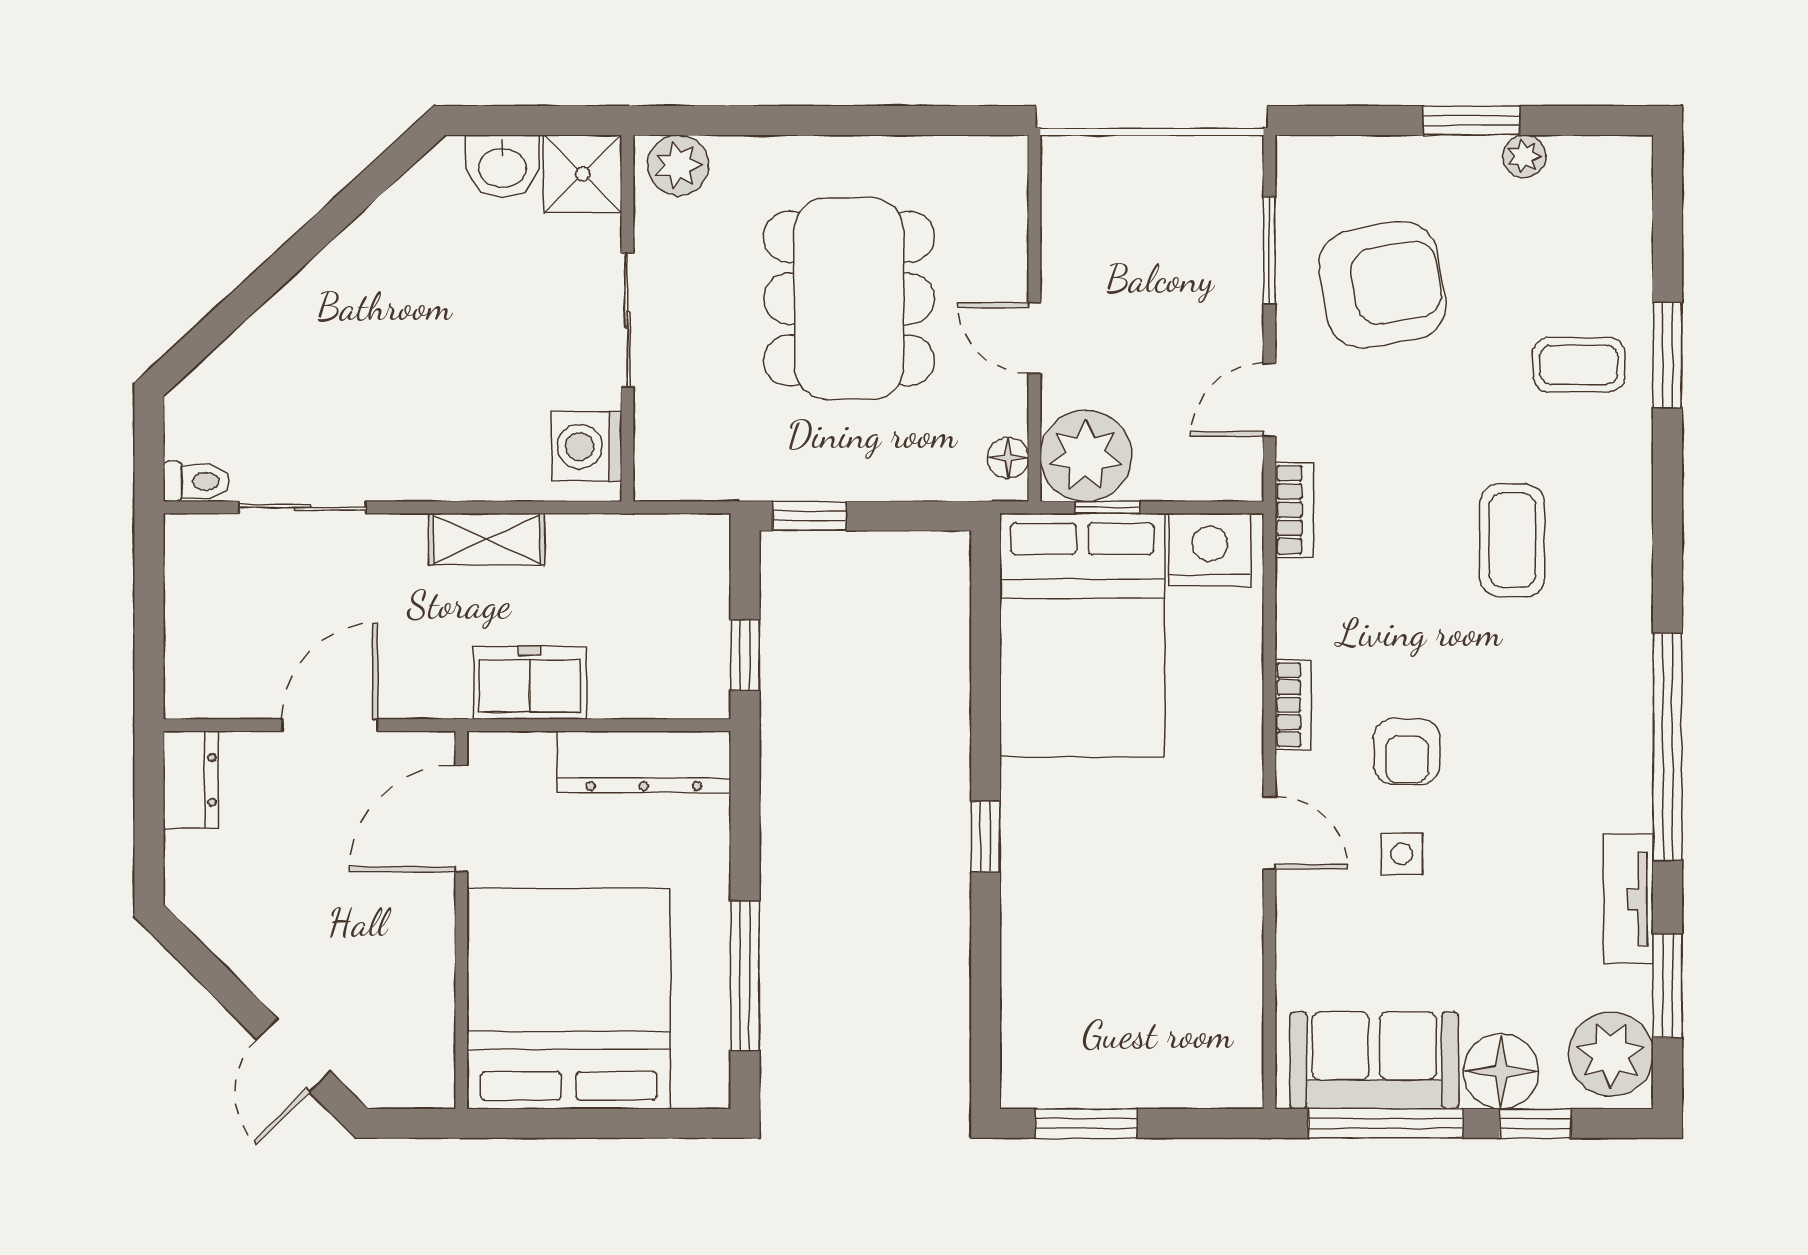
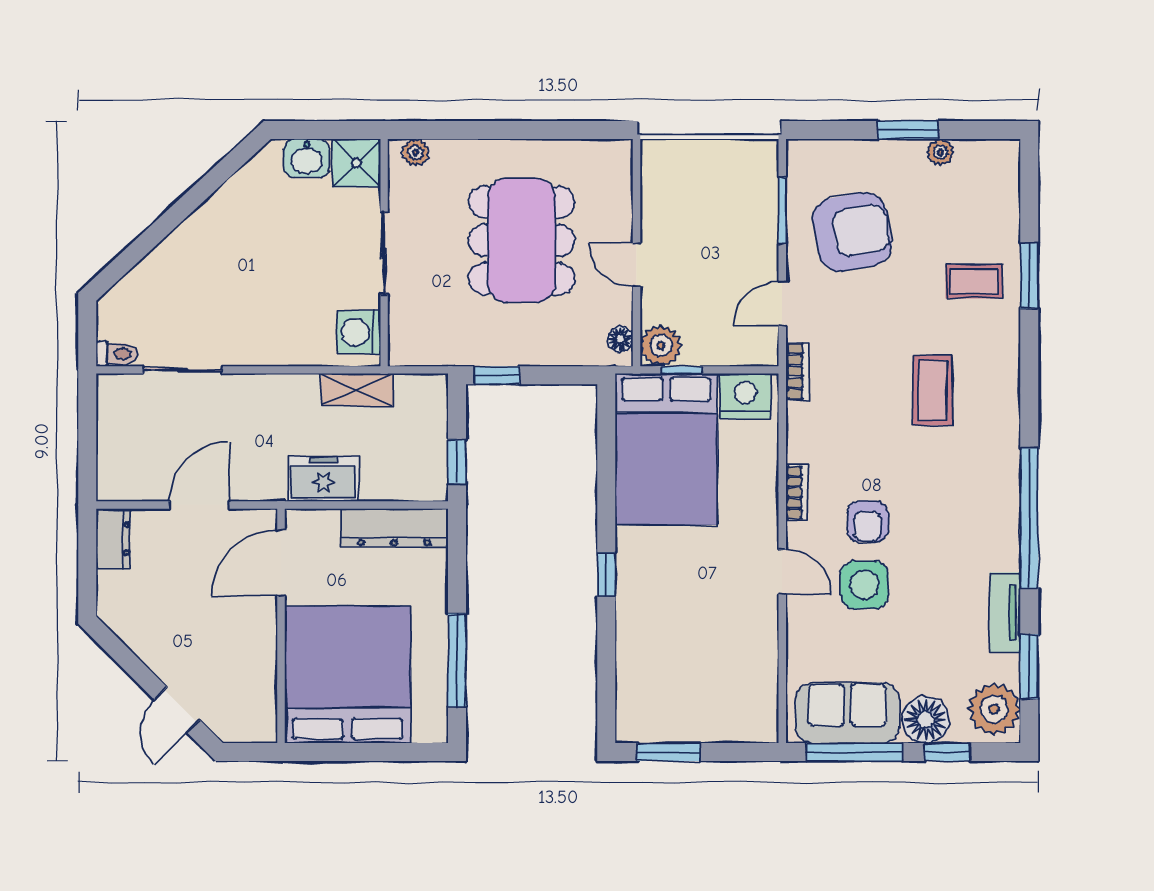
plant: (678, 165) -> (415, 153), width x0.73, depth x0.73
plant: (1086, 456) -> (661, 346), width x0.73, depth x0.73
shelving: (487, 539) -> (357, 390), moved
side table: (1402, 854) -> (864, 585), width x1.87, depth x1.87

